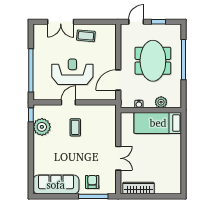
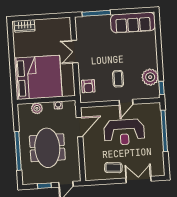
bed: (158, 123) -> (38, 77), width x2.04
armchair: (92, 182) -> (88, 86), moved
wardrobe: (138, 188) -> (25, 26), moved, width x0.67

